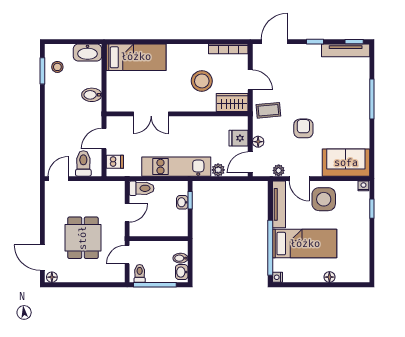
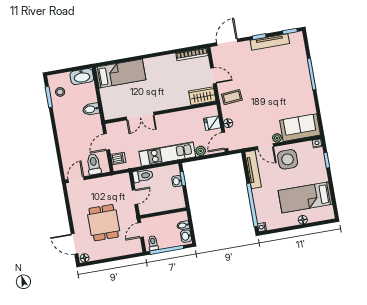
tv unit: (346, 50) -> (270, 42), moved
stool: (202, 81) -> (176, 83), removed
armchair: (303, 128) -> (262, 107), removed
plant: (279, 170) -> (277, 138), moved
bed: (305, 244) -> (305, 197), moved, turned 180

